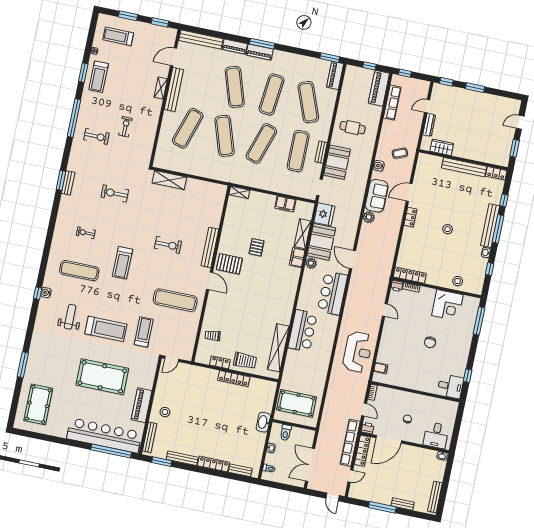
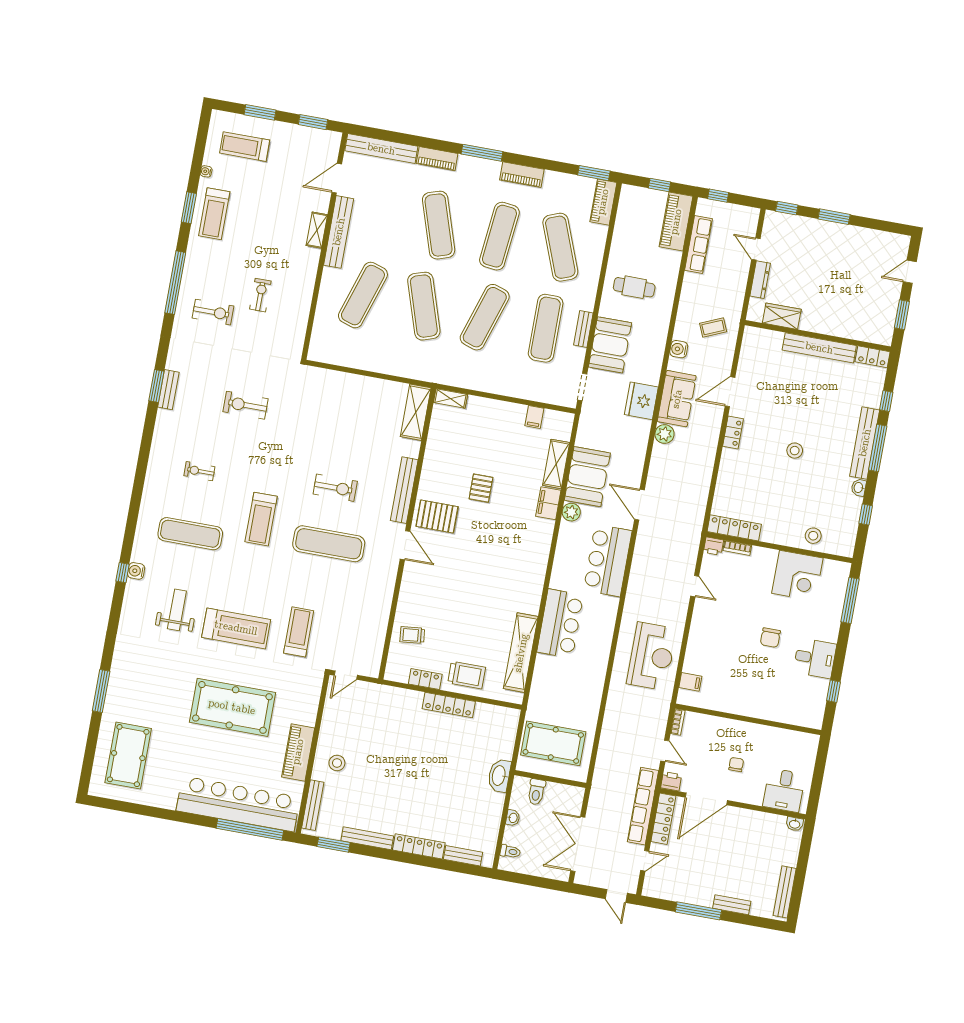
piano: (260, 52) -> (522, 175), moved
door: (427, 106) -> (756, 249), hinge flipped
shelving: (169, 180) -> (416, 412), moved, turned 90
filing cabinet: (285, 204) -> (534, 417), width x0.50
fridge: (324, 214) -> (641, 401), moved, turned 180
exercise mat: (175, 300) -> (329, 544), moved
desk: (450, 386) -> (815, 658), moved

